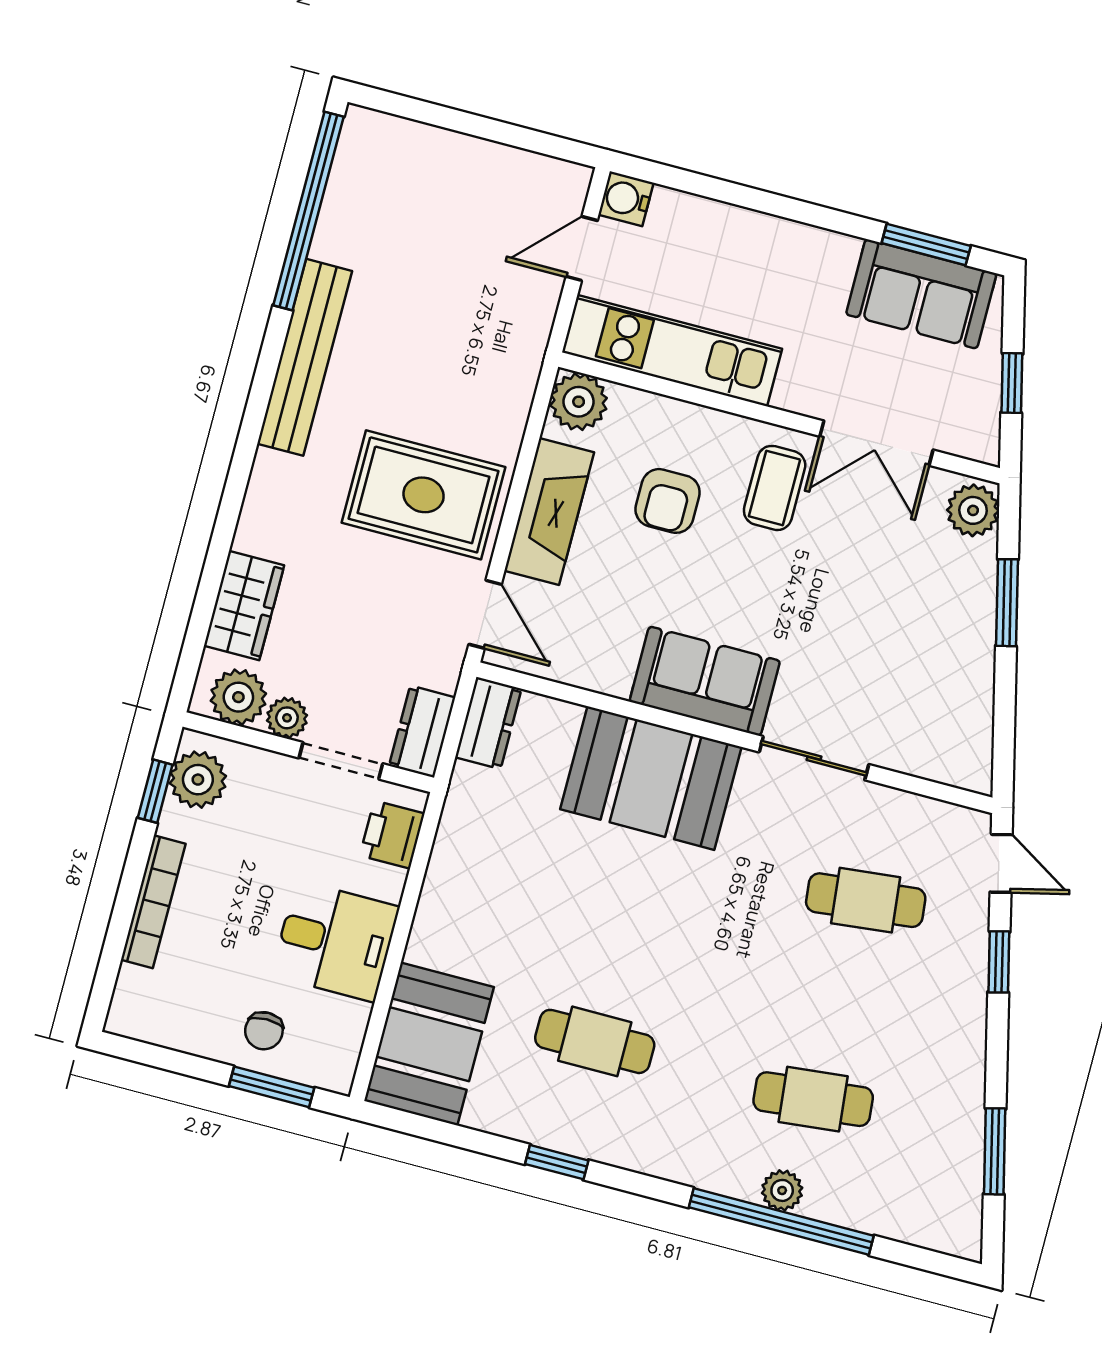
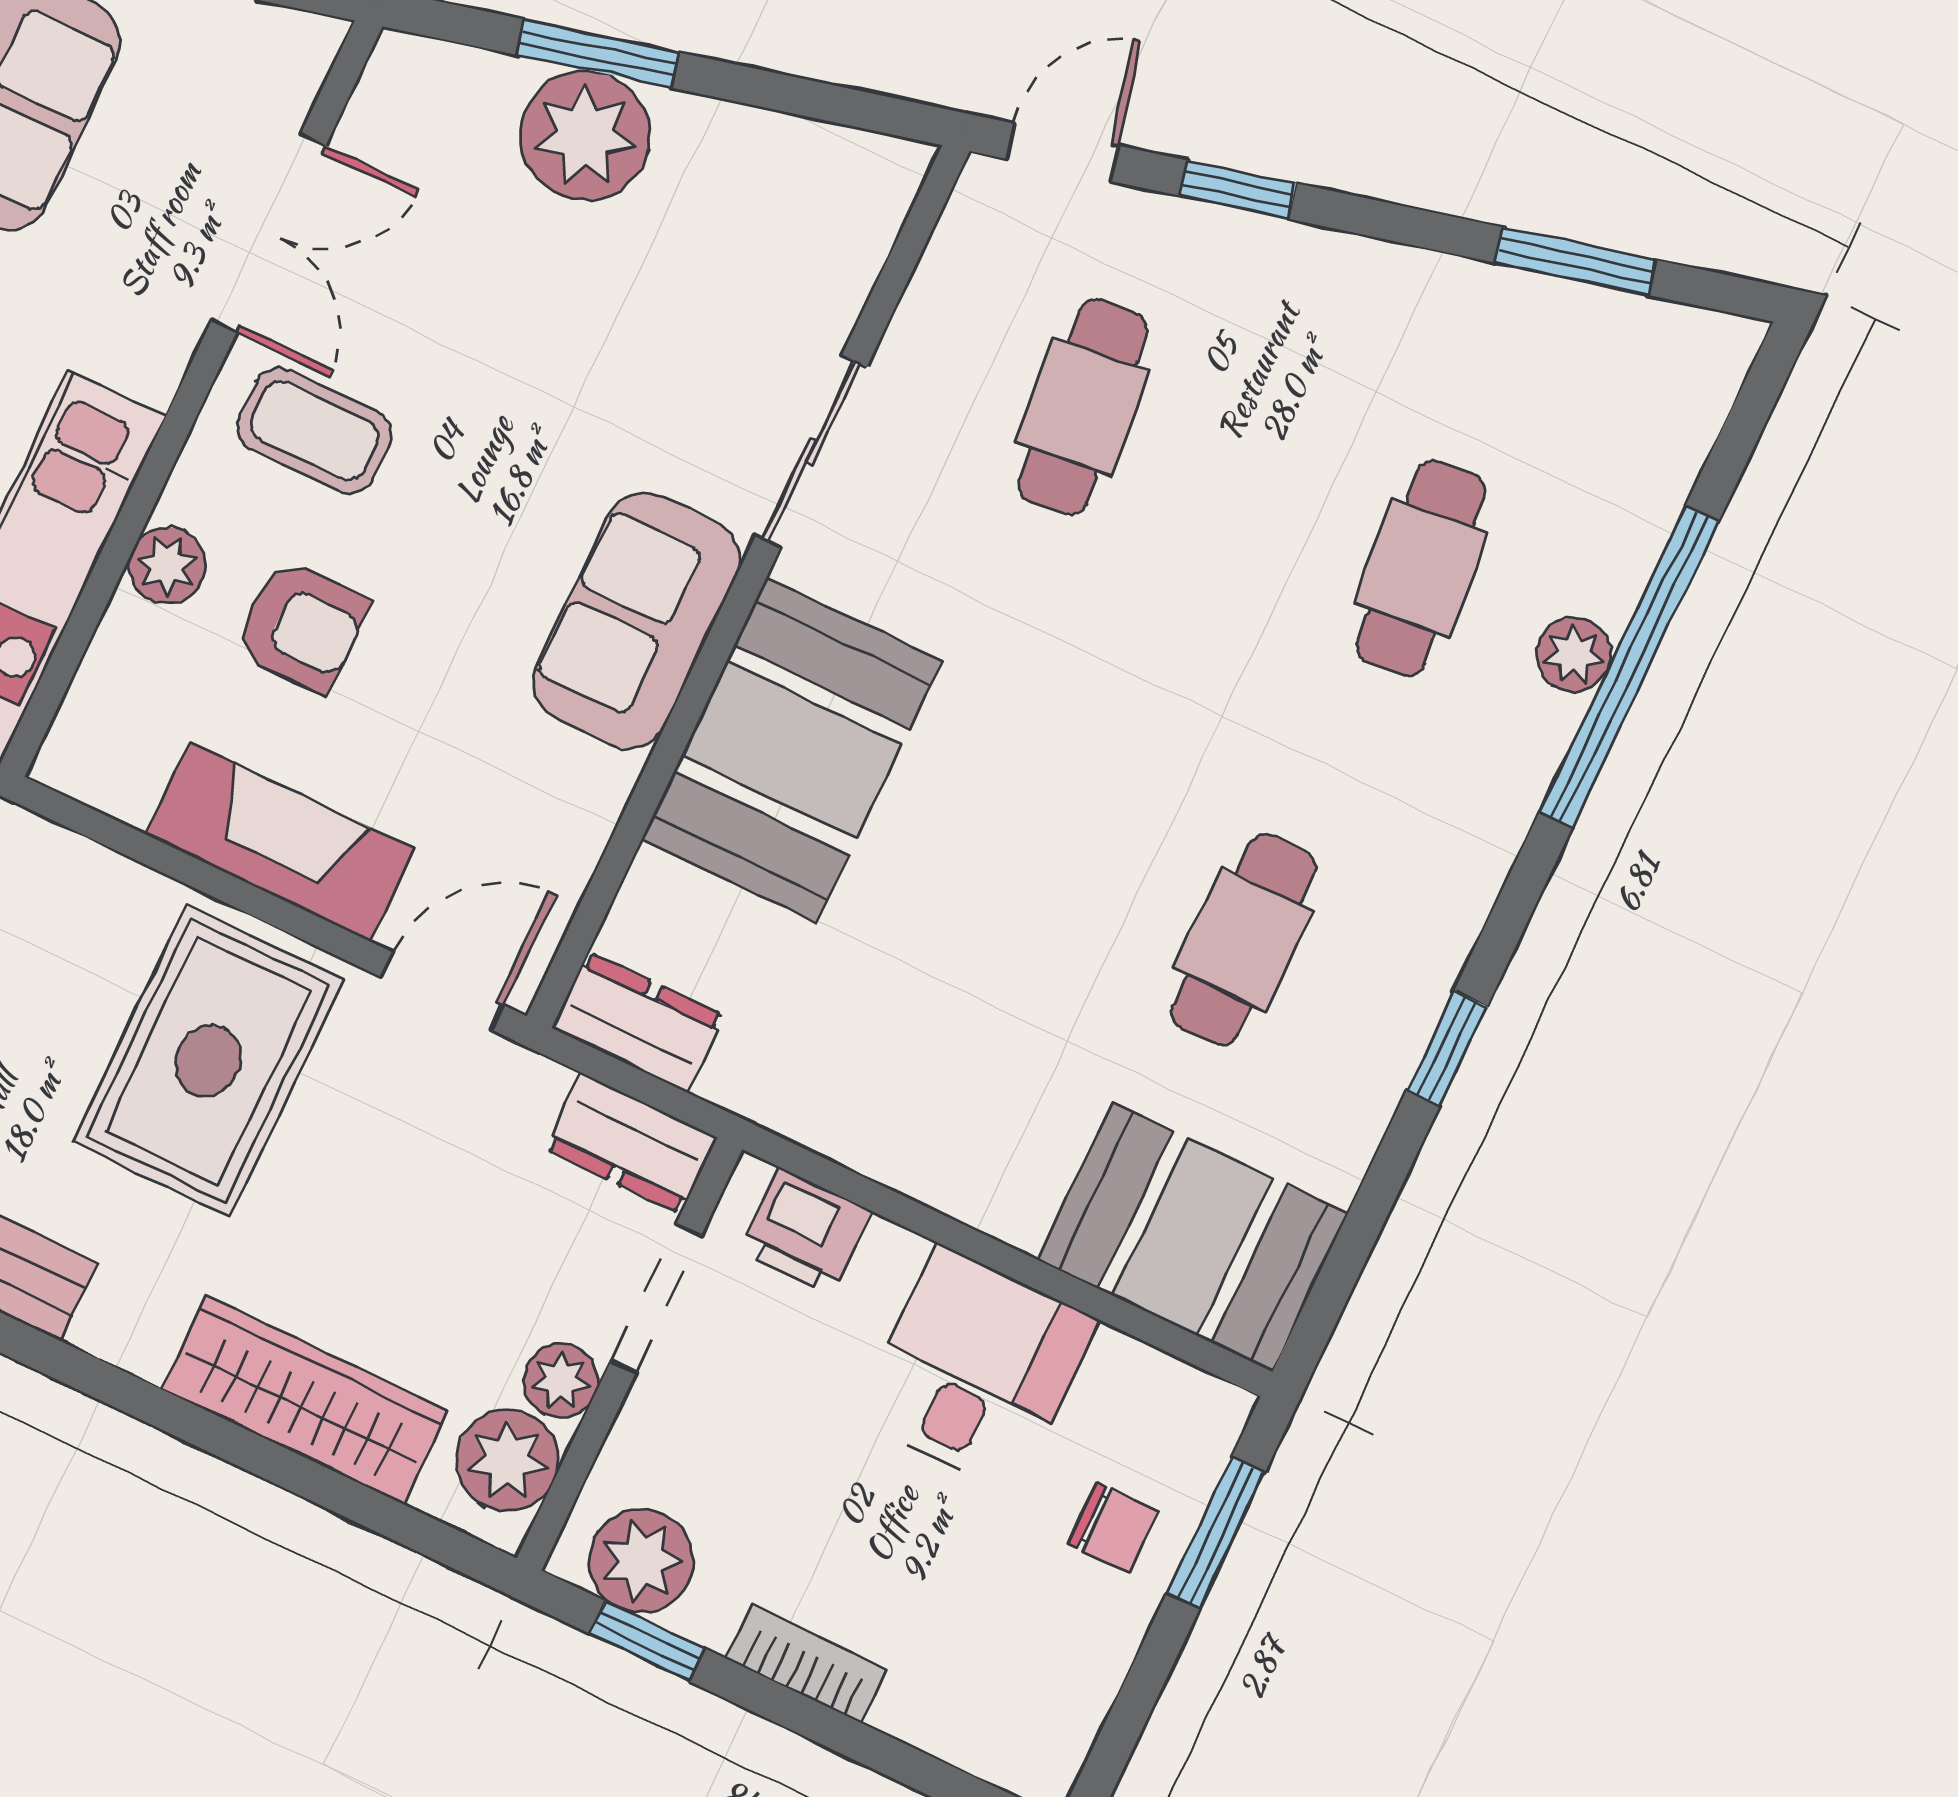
plant: (579, 402) -> (167, 565), moved, width x0.73, depth x0.73
plant: (973, 510) -> (585, 136), moved, width x1.36, depth x1.36
wardrobe: (244, 606) -> (305, 1400), width x1.50
bookcase: (153, 902) -> (807, 1664), width x0.64

